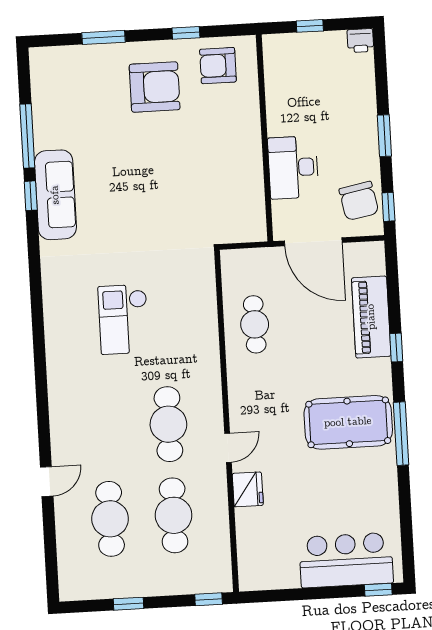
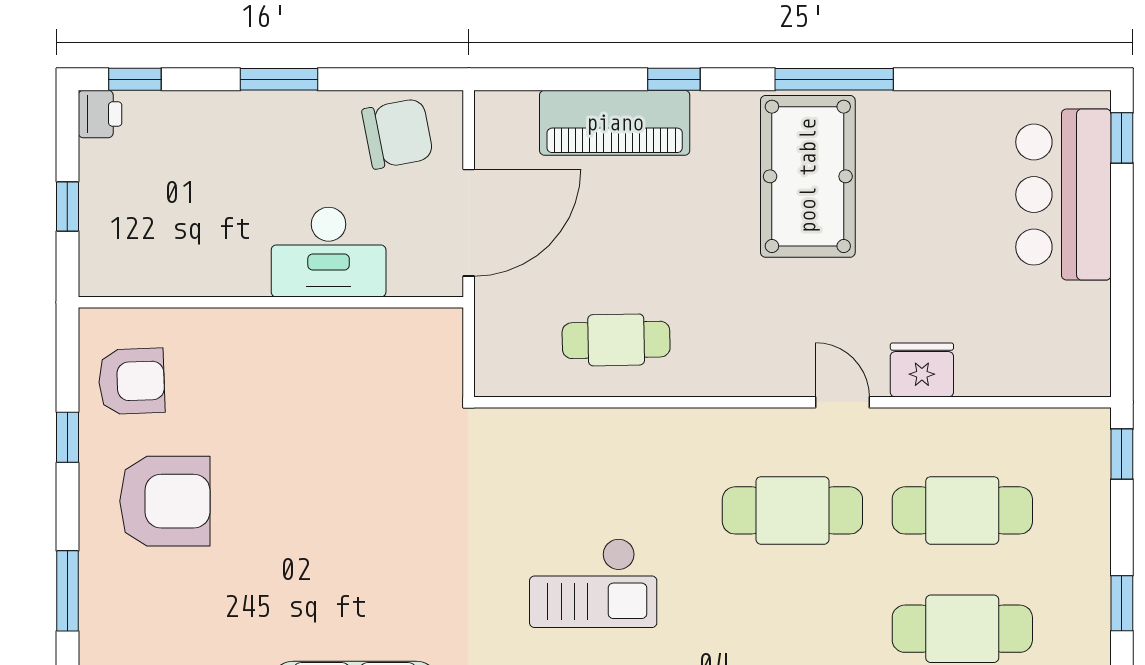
armchair: (218, 66) -> (132, 381), turned -92
armchair: (155, 87) -> (165, 501), turned 90
window: (388, 207) -> (135, 79), moved

